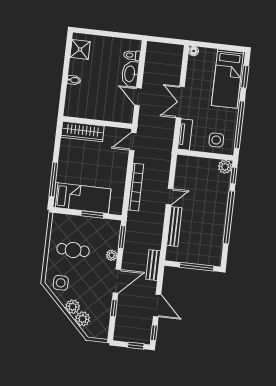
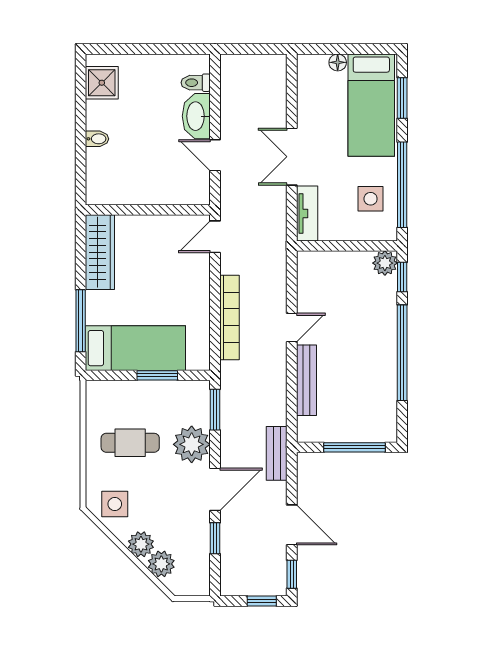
floor lamp: (194, 51) -> (338, 62), moved
wardrobe: (83, 132) -> (100, 252), moved, turned -90
side table: (216, 140) -> (371, 199), moved
plant: (112, 255) -> (192, 444), width x1.88, depth x1.88

